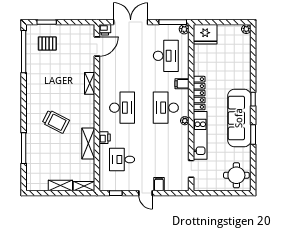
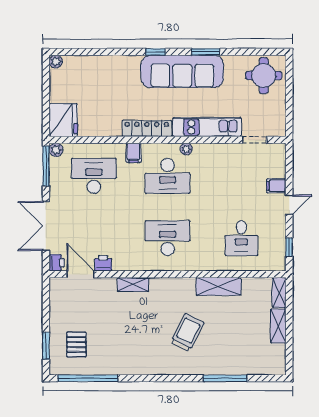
printer: (105, 138) -> (103, 263), moved

